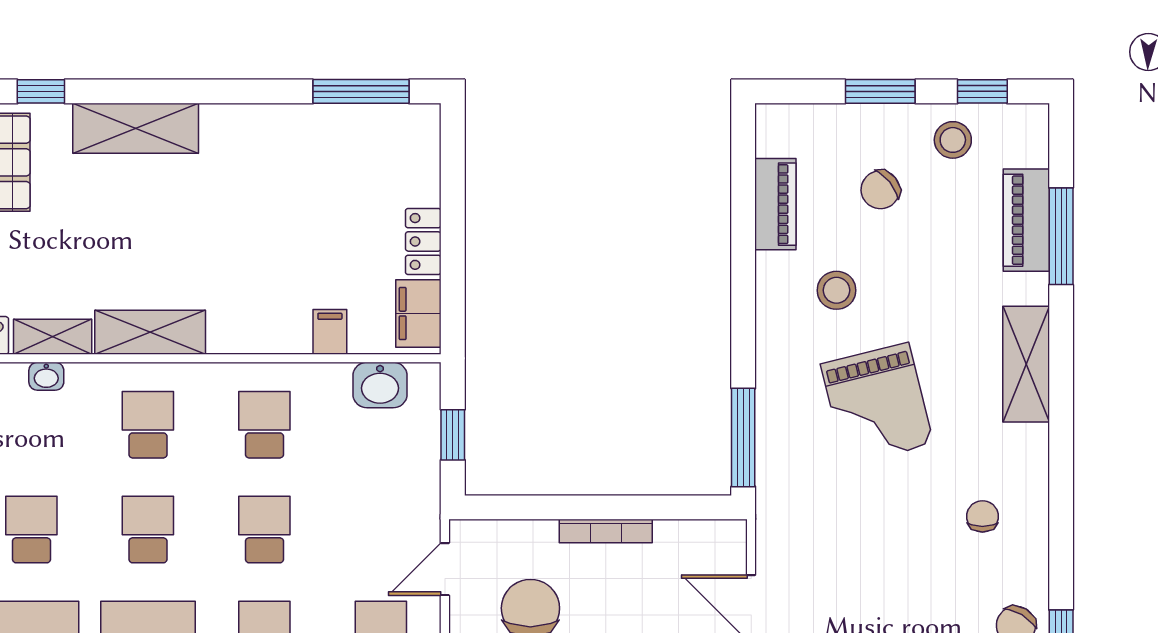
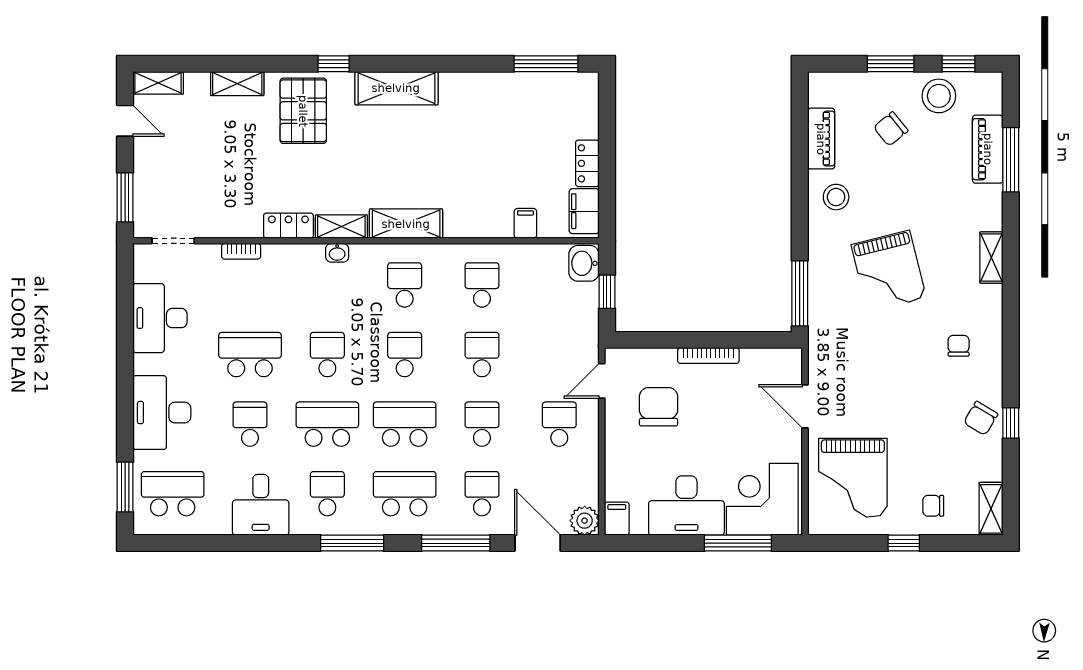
stool: (953, 140) -> (939, 96), width x1.38, depth x1.38
stool: (836, 290) -> (836, 197), moved
shelving: (1026, 364) -> (991, 258), width x0.67, depth x0.75
washbasin: (380, 385) -> (584, 263), moved, turned 90

